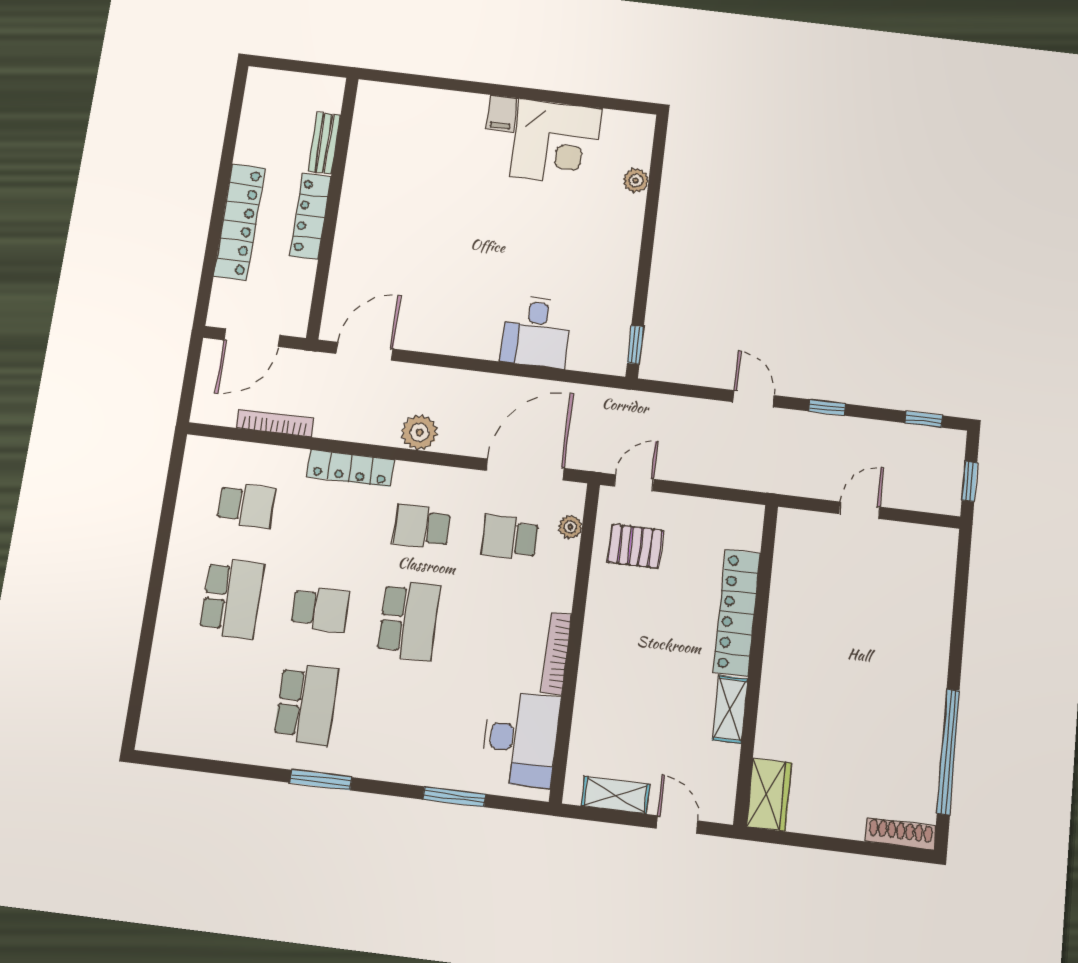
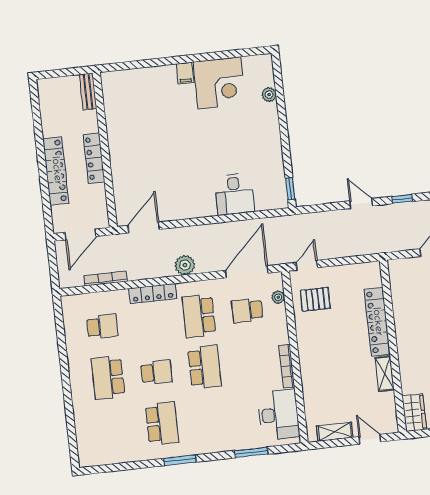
bench: (324, 143) -> (88, 91), moved
school desk: (422, 527) -> (199, 316), width x1.85
school desk: (232, 598) -> (108, 378), turned 180

